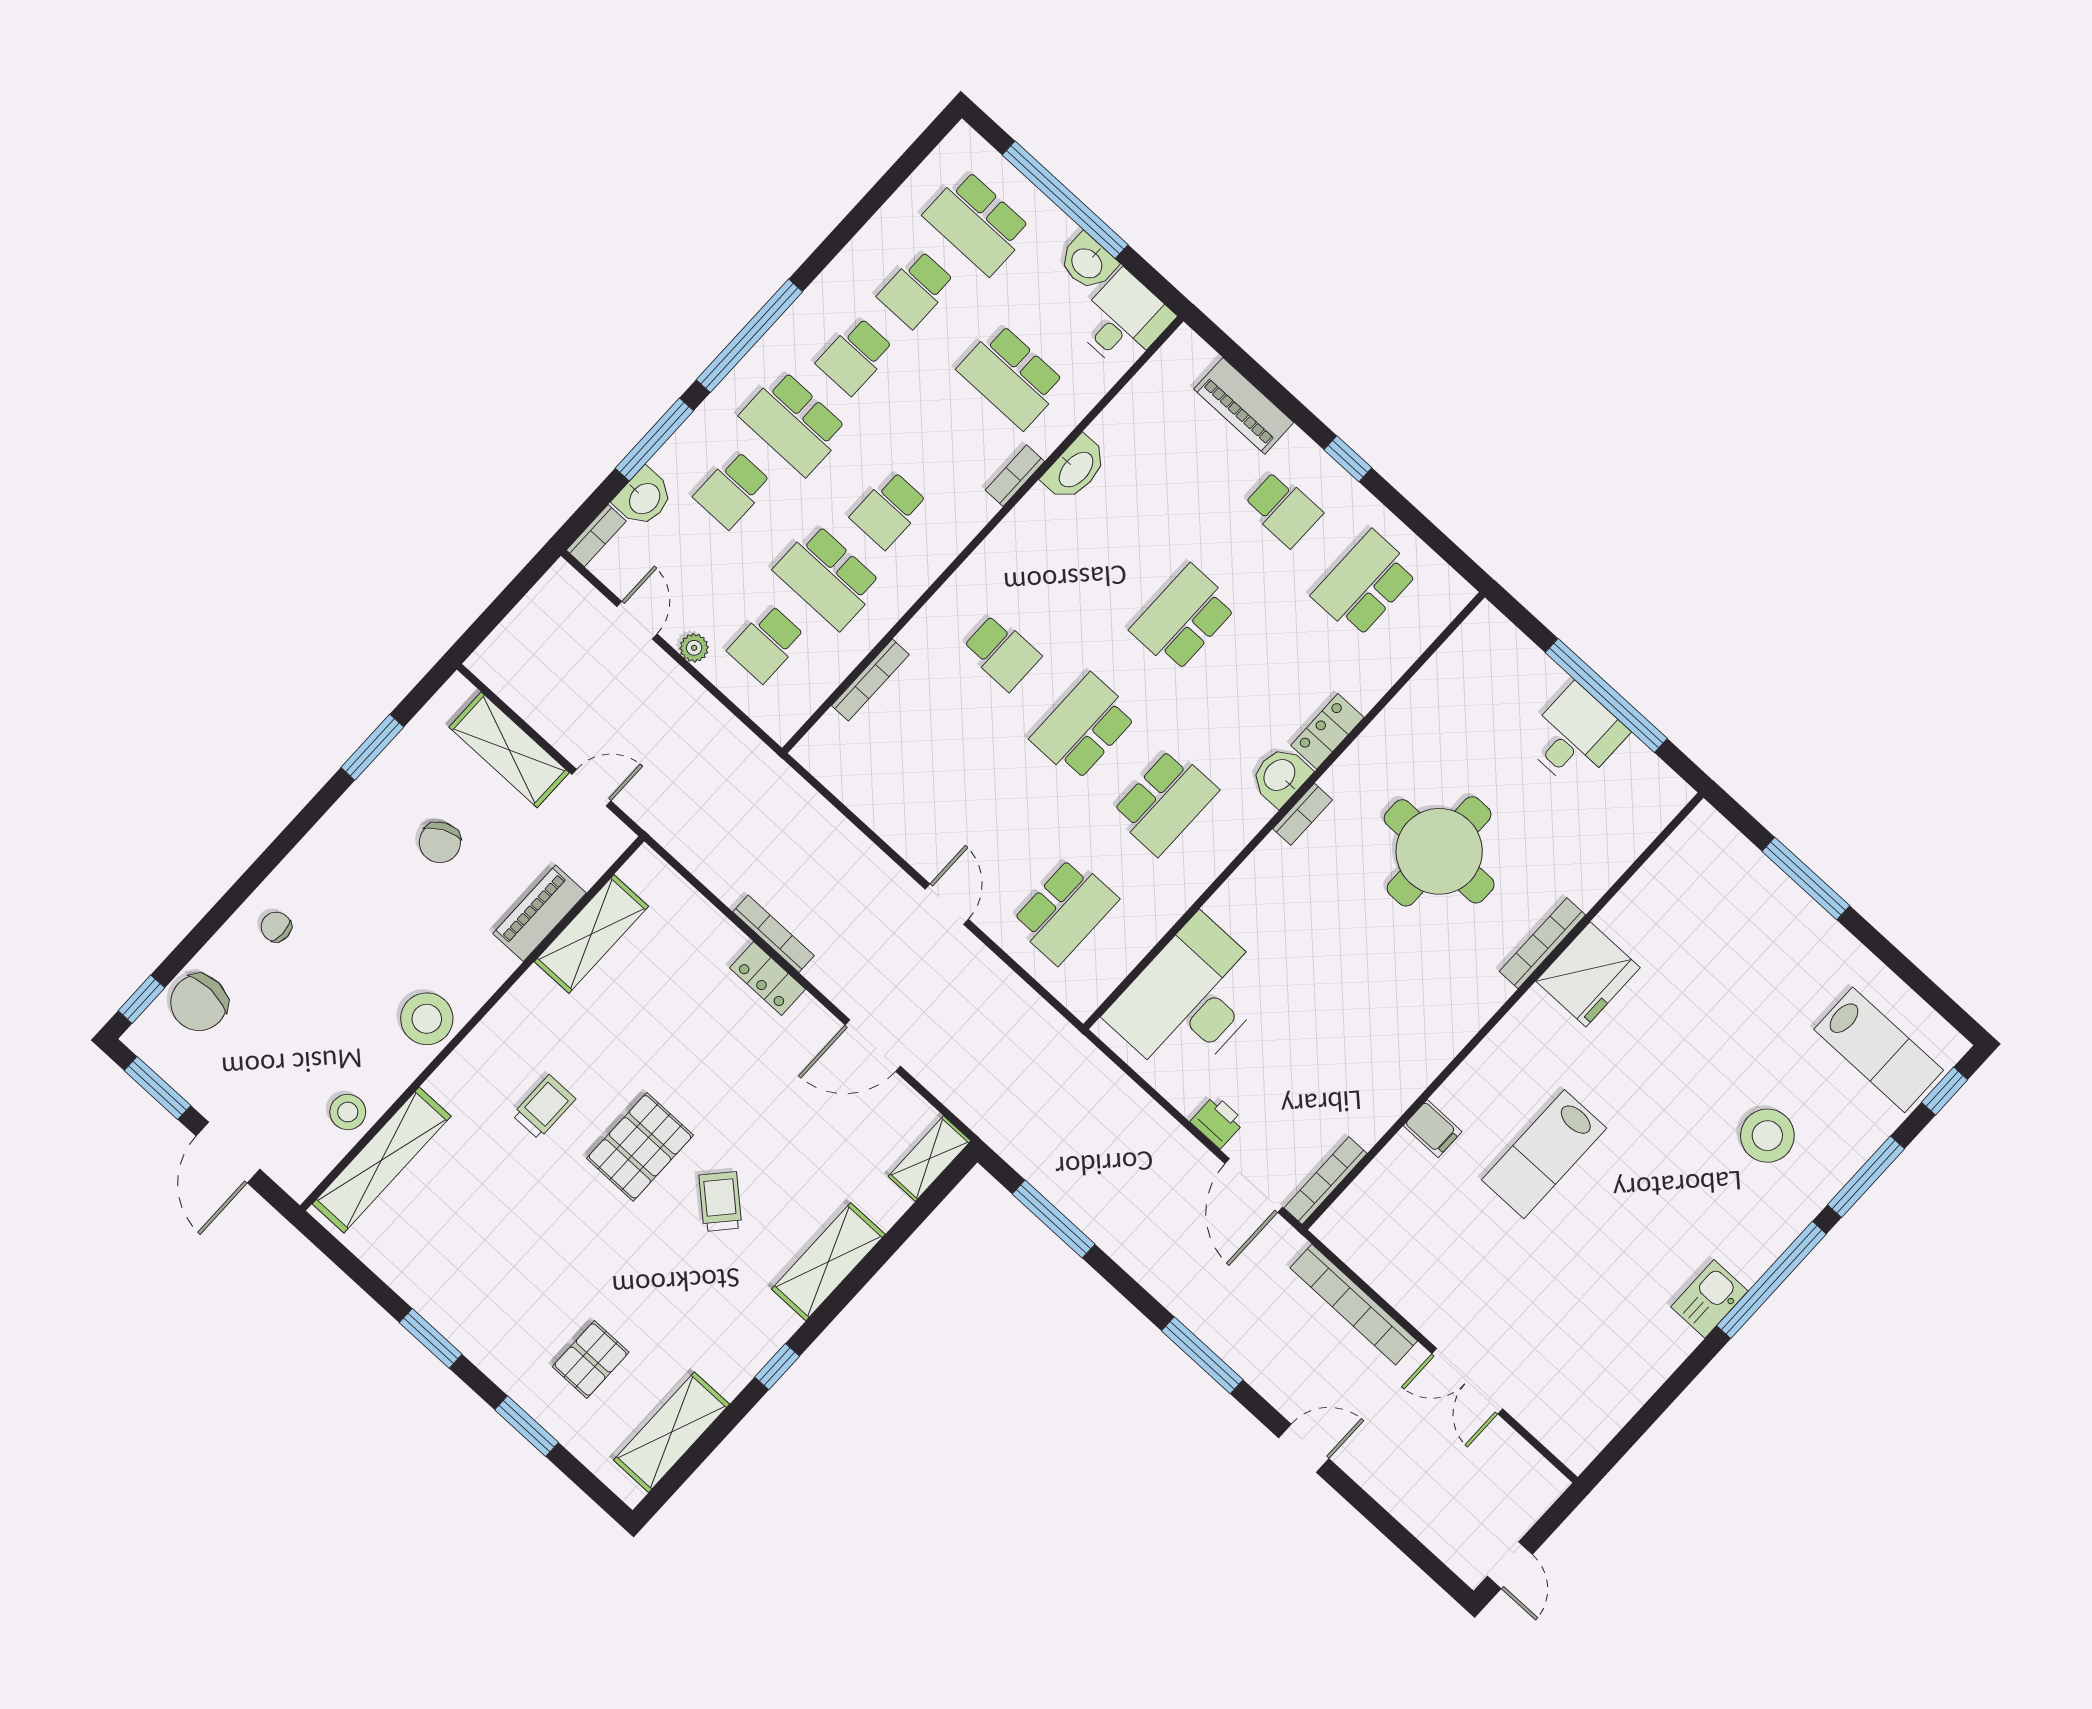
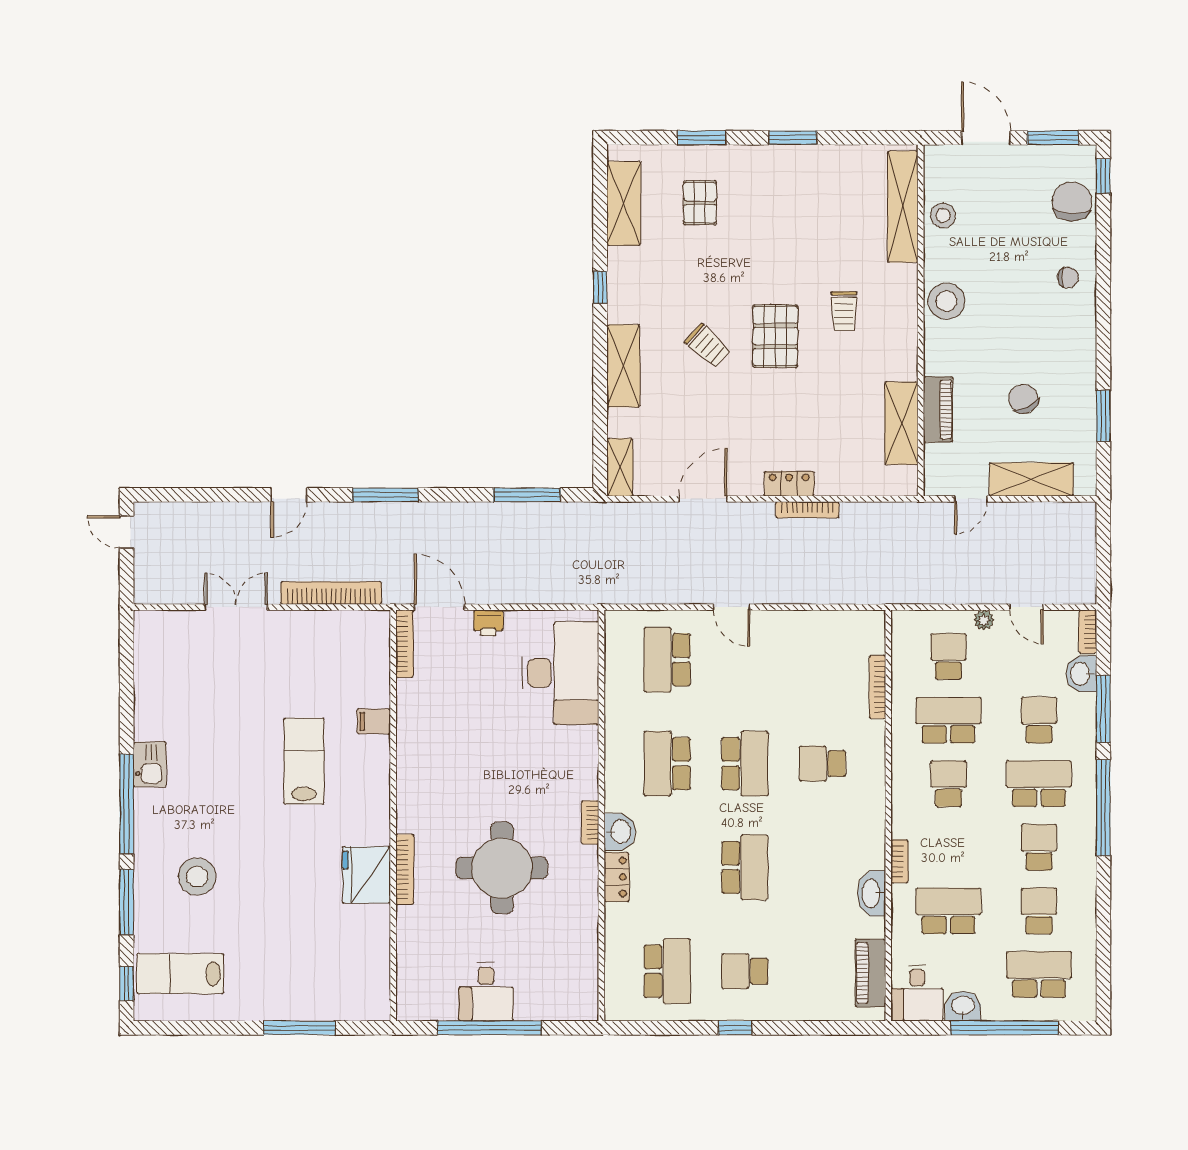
piano: (1244, 406) -> (870, 973), moved, turned -90

